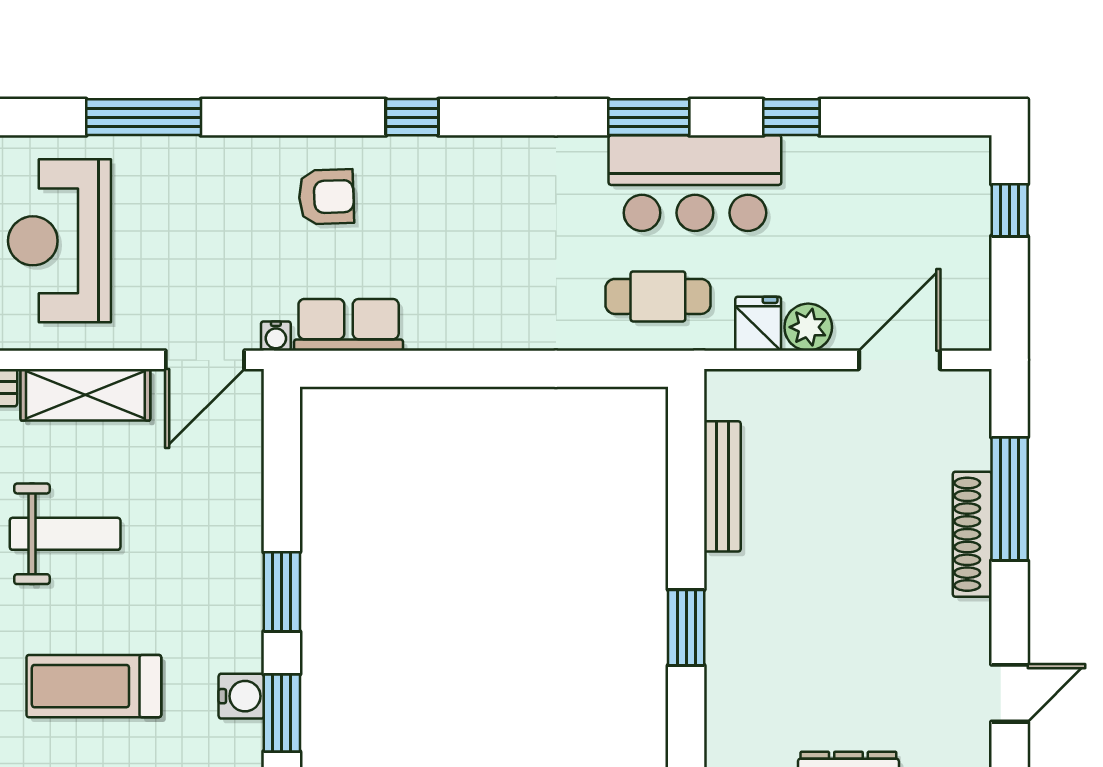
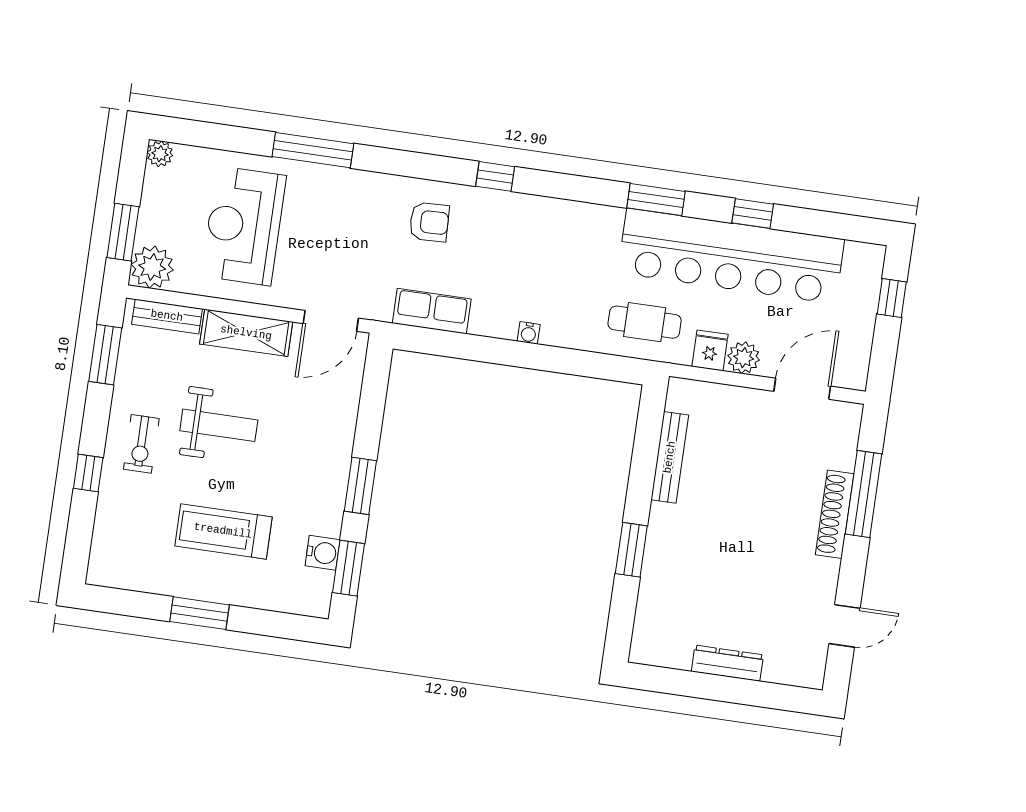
bar counter: (695, 183) -> (731, 256), width x1.86
water cooler: (276, 336) -> (529, 333), moved

